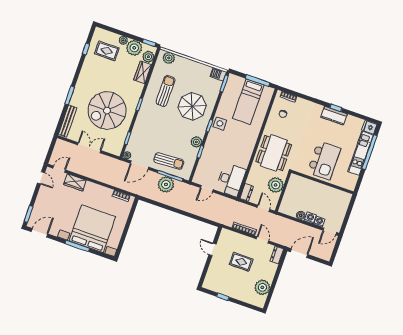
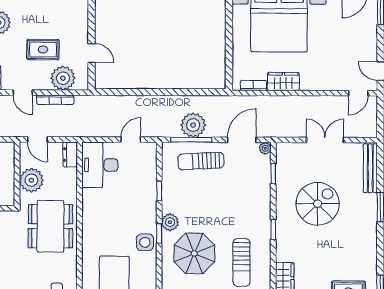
spiral stairs: (107, 111) -> (318, 204), width x0.73, depth x0.73
plant: (196, 142) -> (170, 222), moved
double door: (89, 148) -> (325, 140), swing flipped
wardrobe: (75, 182) -> (283, 82), moved
plant: (235, 240) -> (63, 78), added

